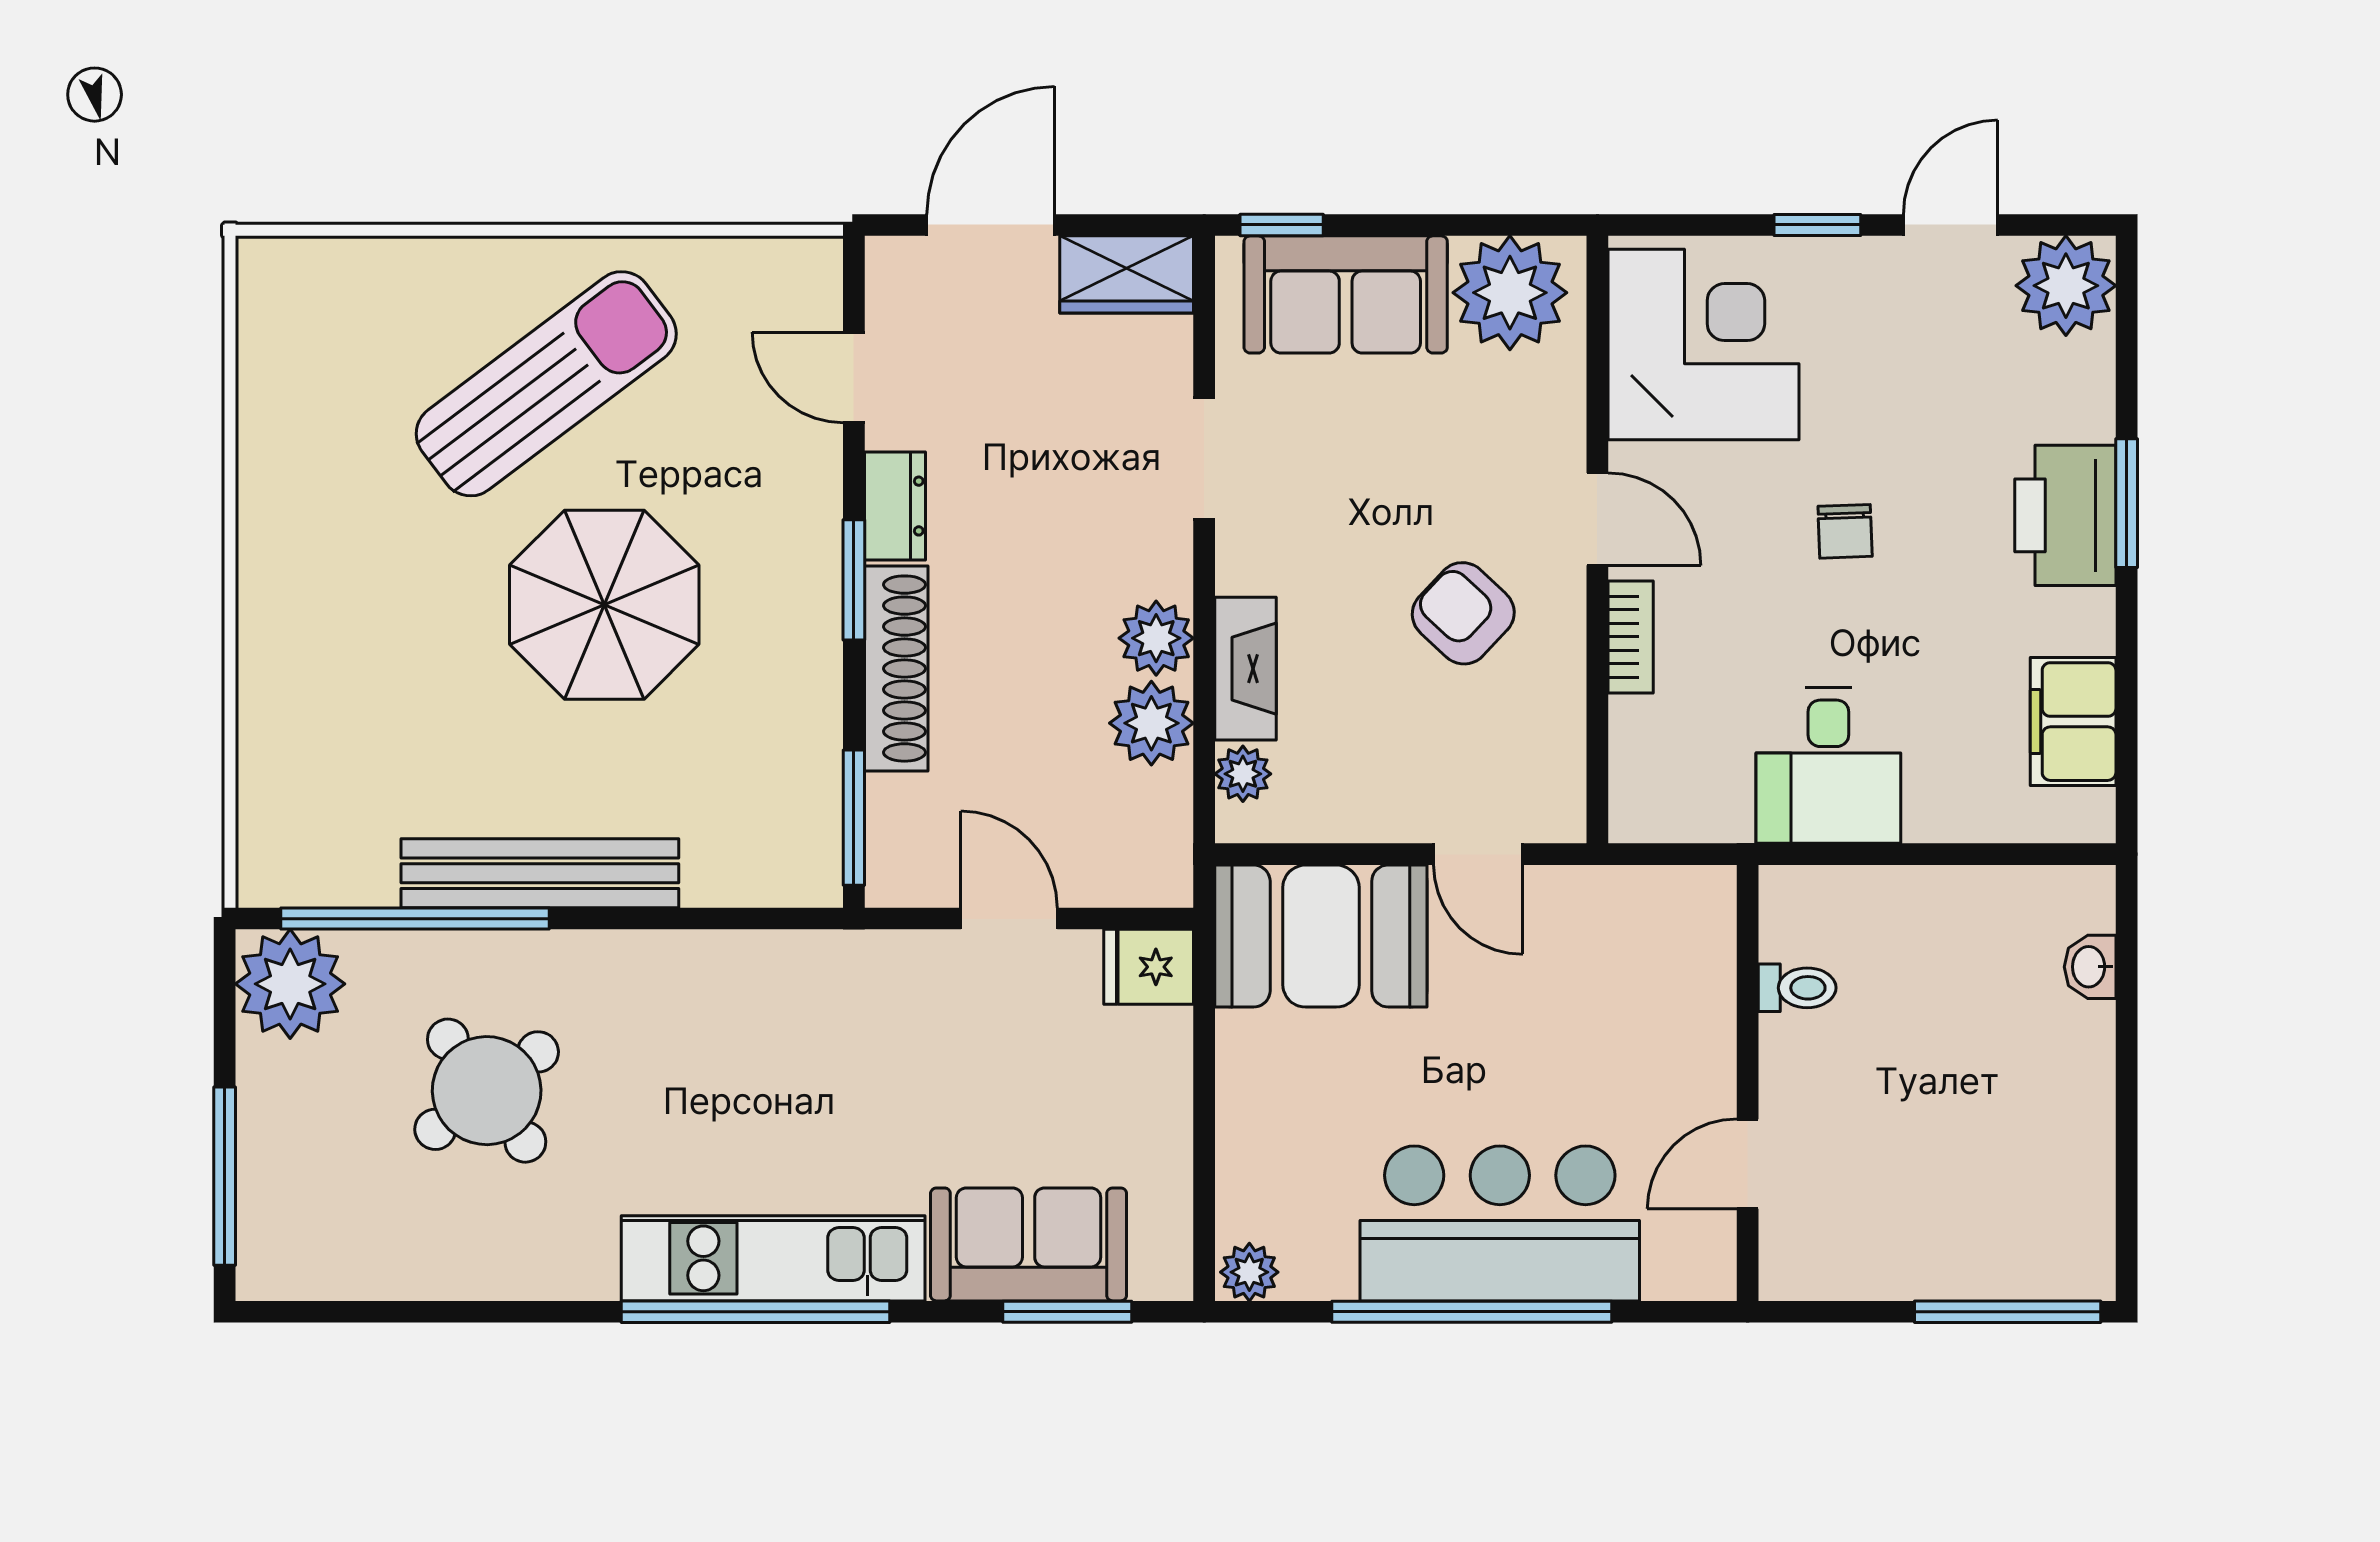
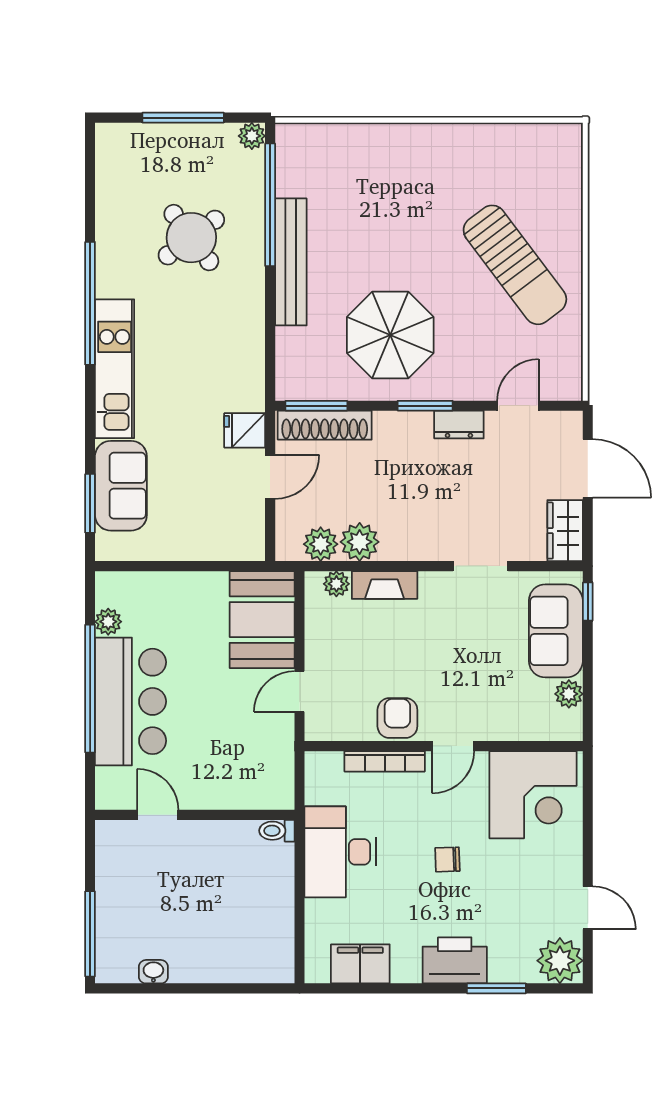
window: (1817, 225) -> (588, 847), removed
plant: (1510, 293) -> (569, 694), width x0.53, depth x0.53
window: (2127, 503) -> (496, 988), moved
parasol: (604, 605) -> (390, 335), moved
armchair: (1463, 613) -> (397, 718), moved, turned -43
bookcase: (1631, 637) -> (385, 761), width x1.56
plant: (1156, 638) -> (321, 544), moved
shoe rack: (896, 669) -> (325, 425), moved
desk: (1828, 765) -> (340, 852), width x1.37
fridge: (1149, 967) -> (245, 430), moved, turned -90
washbasin: (2090, 967) -> (153, 972), moved
plant: (290, 984) -> (252, 136), width x0.53, depth x0.53
toilet: (1797, 988) -> (277, 831), moved, turned 90
window: (225, 1176) -> (183, 118), moved
plant: (1249, 1272) -> (108, 622), moved
window: (755, 1312) -> (90, 303), moved

